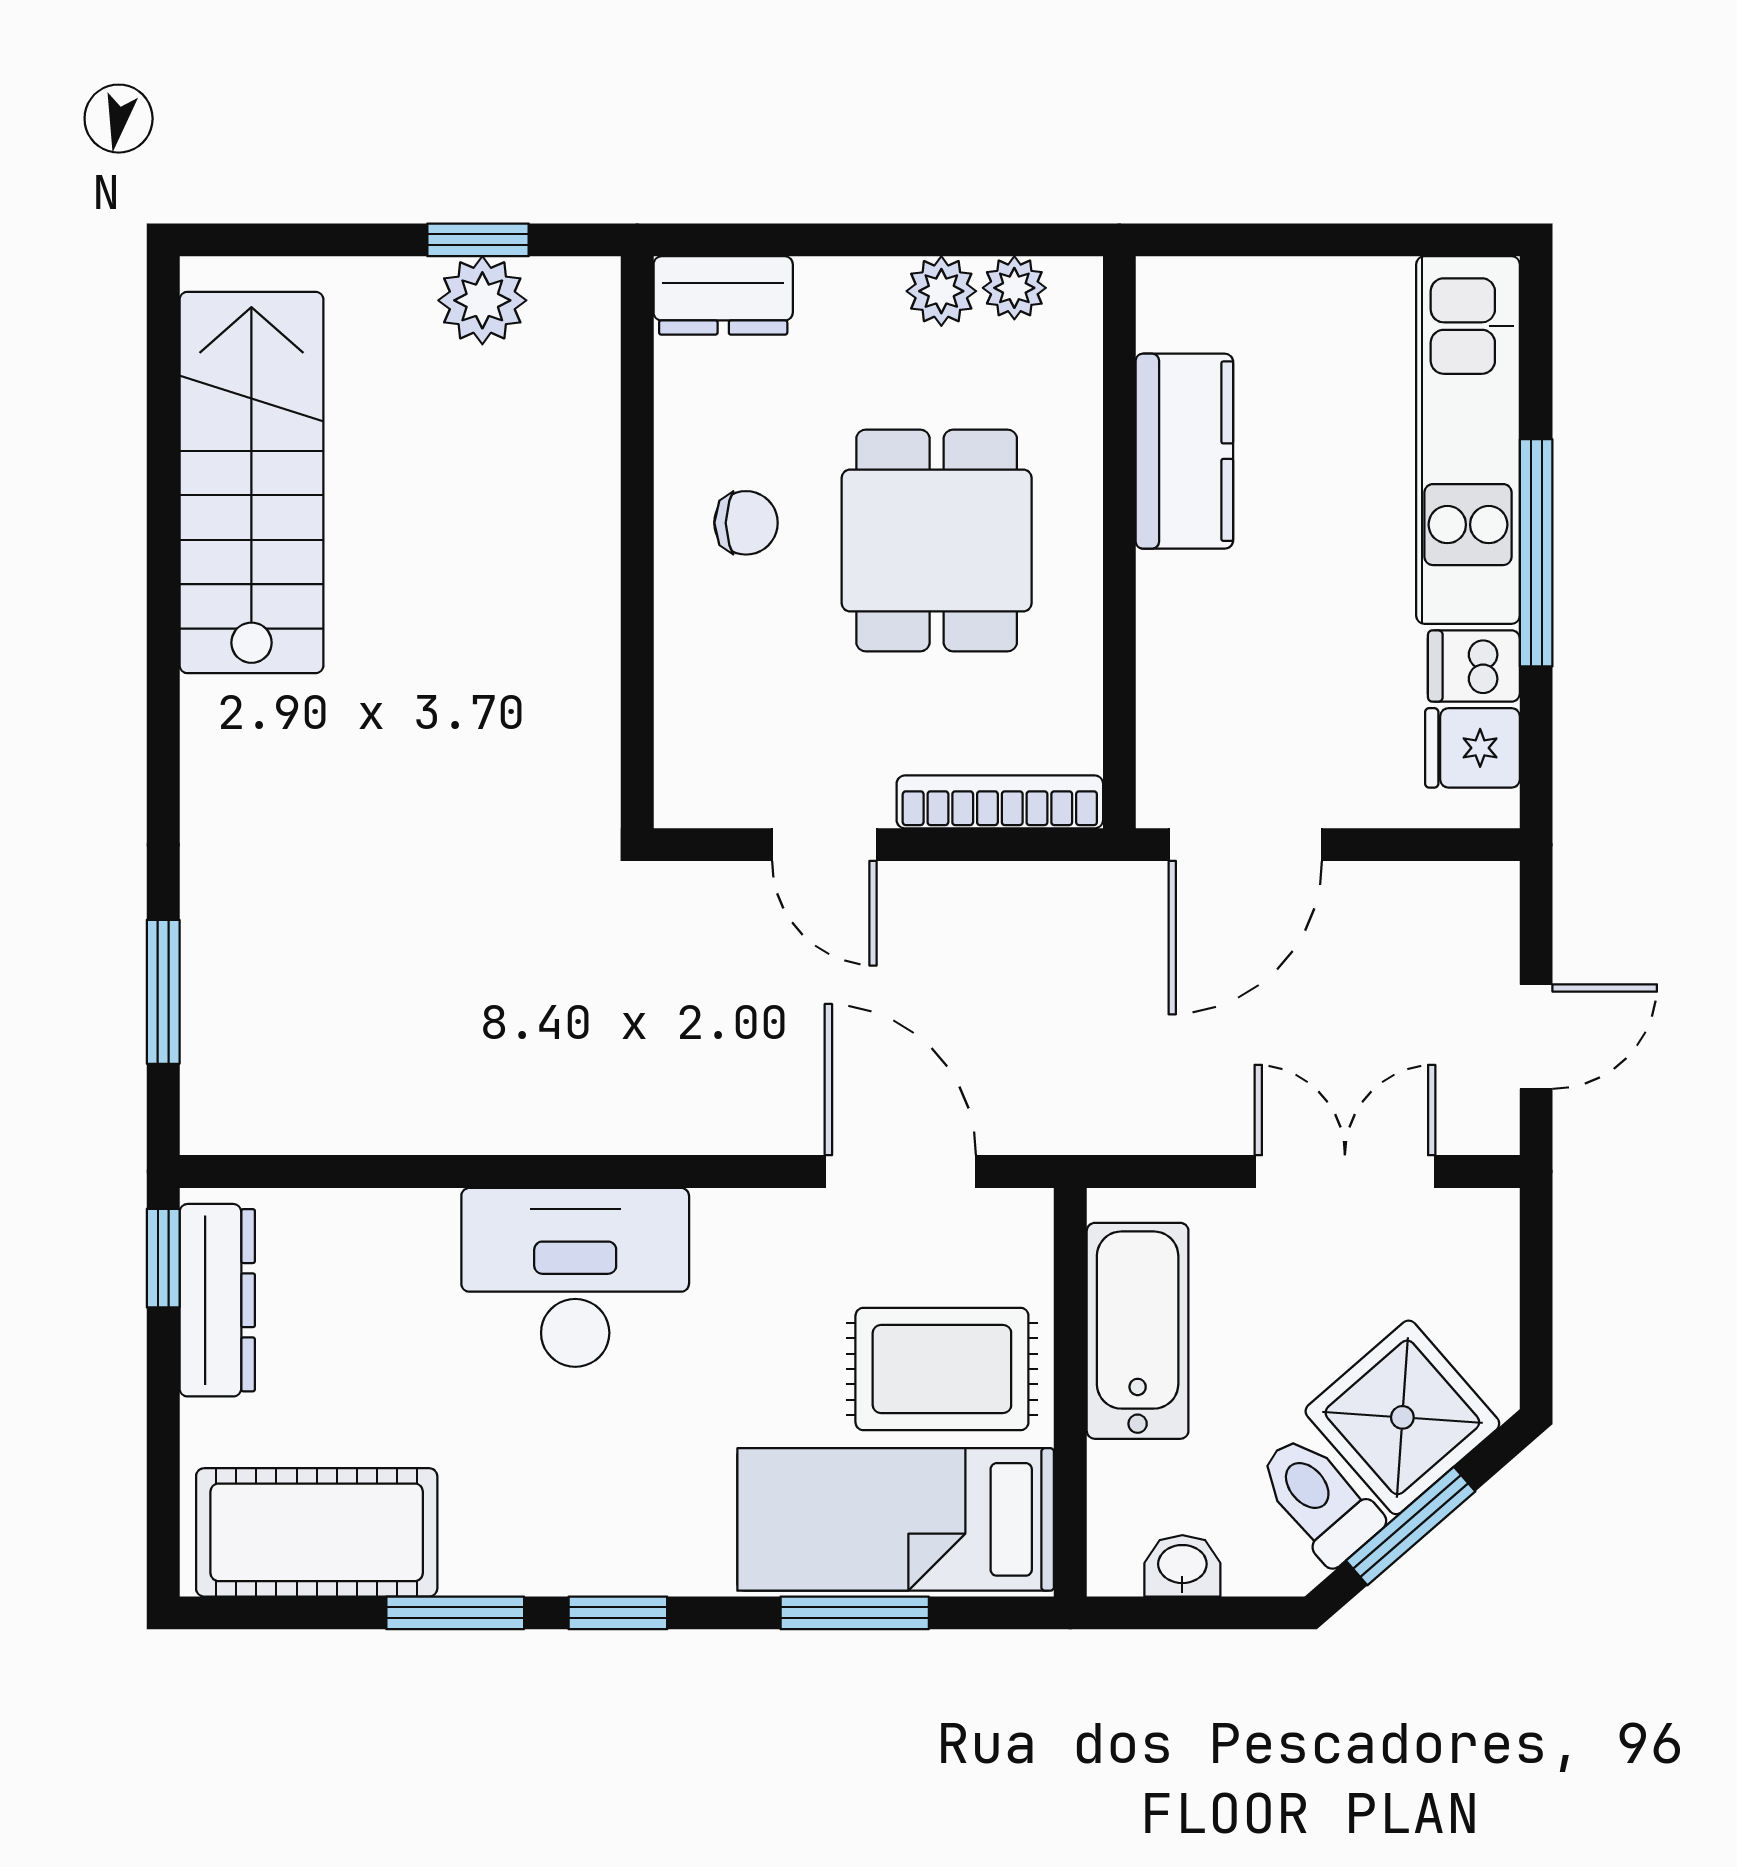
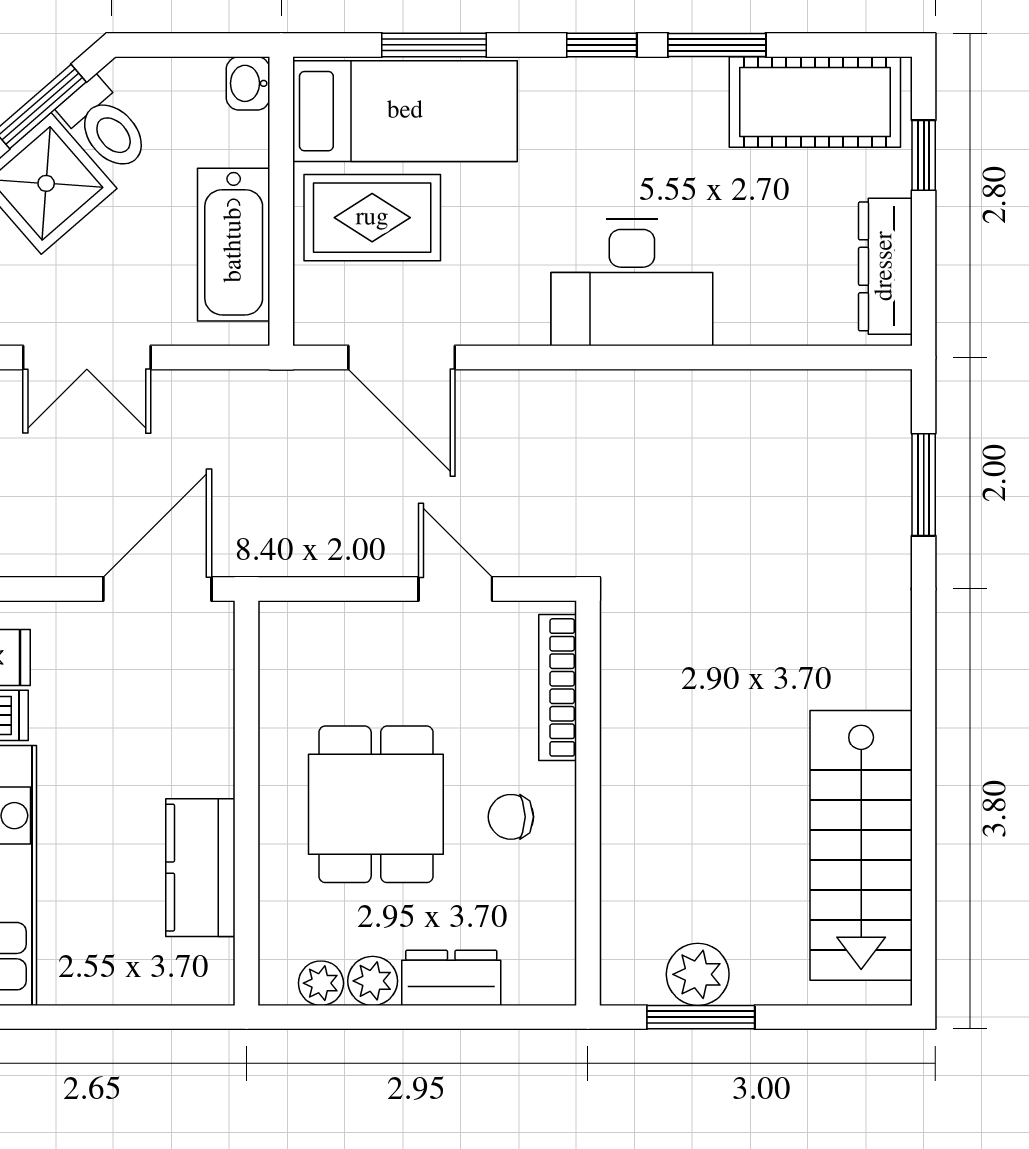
window: (478, 240) -> (701, 1017), width x1.50
dresser: (723, 295) -> (451, 978), moved
bookcase: (1000, 802) -> (558, 687), moved, turned 90
window: (163, 1258) -> (924, 155), moved
washbasin: (1182, 1566) -> (248, 83), moved, turned 90

